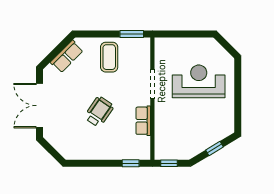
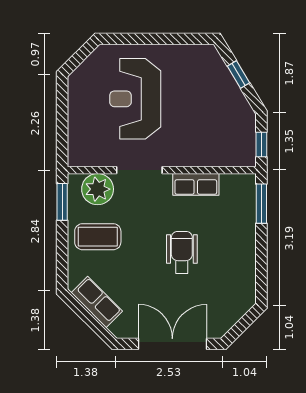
plant: (140, 57) -> (98, 189), added
double door: (40, 106) -> (172, 344), swing flipped
wheelchair: (99, 112) -> (182, 252), turned 56
window: (131, 163) -> (261, 204), width x1.50

